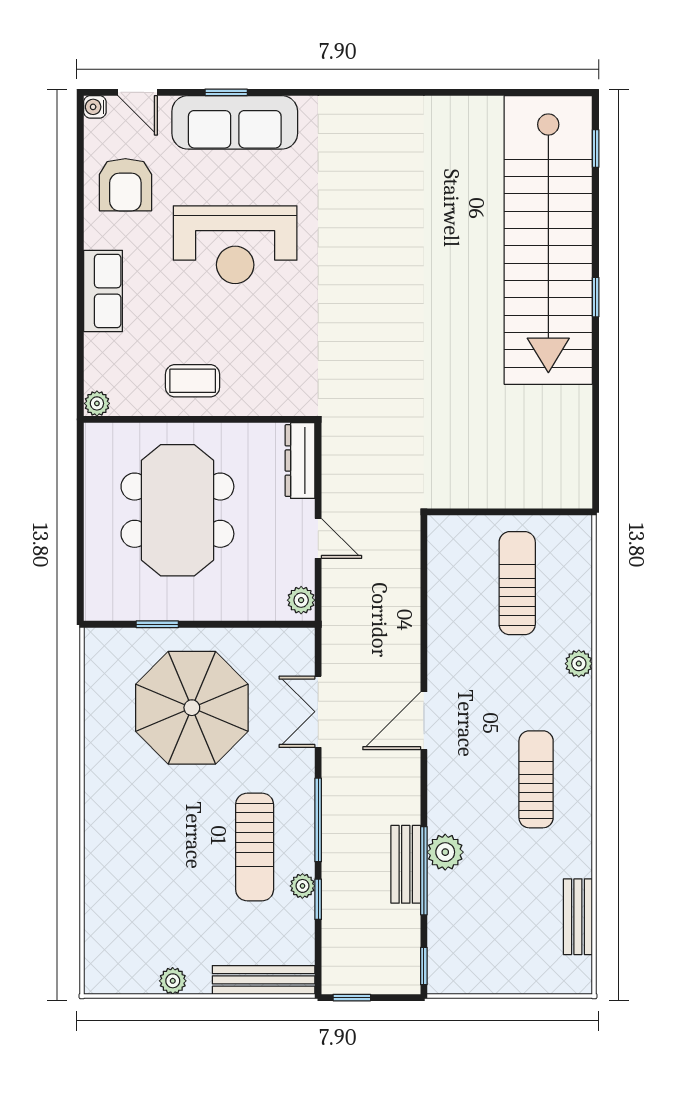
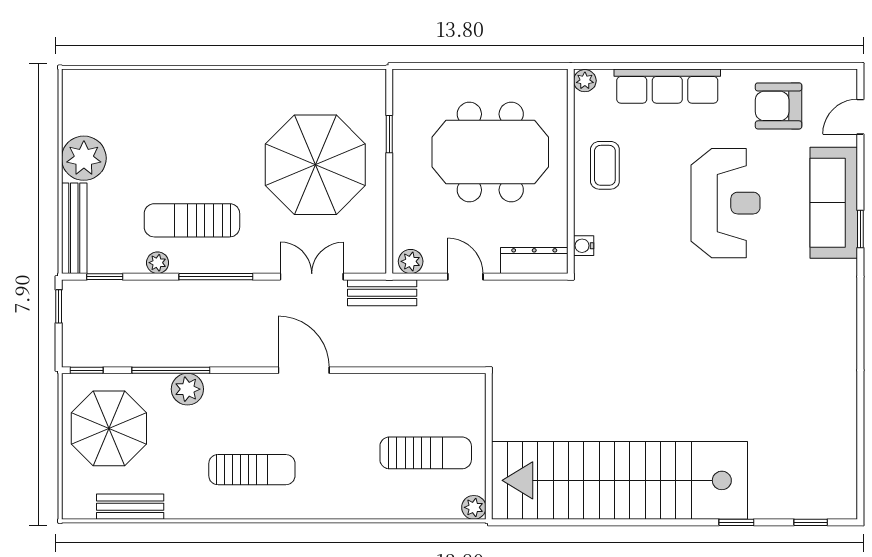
window: (226, 92) -> (860, 229), moved
water cooler: (95, 107) -> (584, 246), moved, turned -90
stairs: (548, 240) -> (620, 480), moved
reception desk: (235, 245) -> (725, 203), turned 180
row of seats: (103, 291) -> (667, 86), width x1.48
window: (596, 297) -> (736, 522), moved
door: (318, 538) -> (465, 277), swing flipped
plant: (579, 664) -> (474, 507), moved
bench: (406, 864) -> (382, 293), moved
window: (318, 899) -> (105, 277), moved
parasol: (489, 941) -> (109, 428), added
plant: (173, 981) -> (84, 158), width x1.88, depth x1.88

